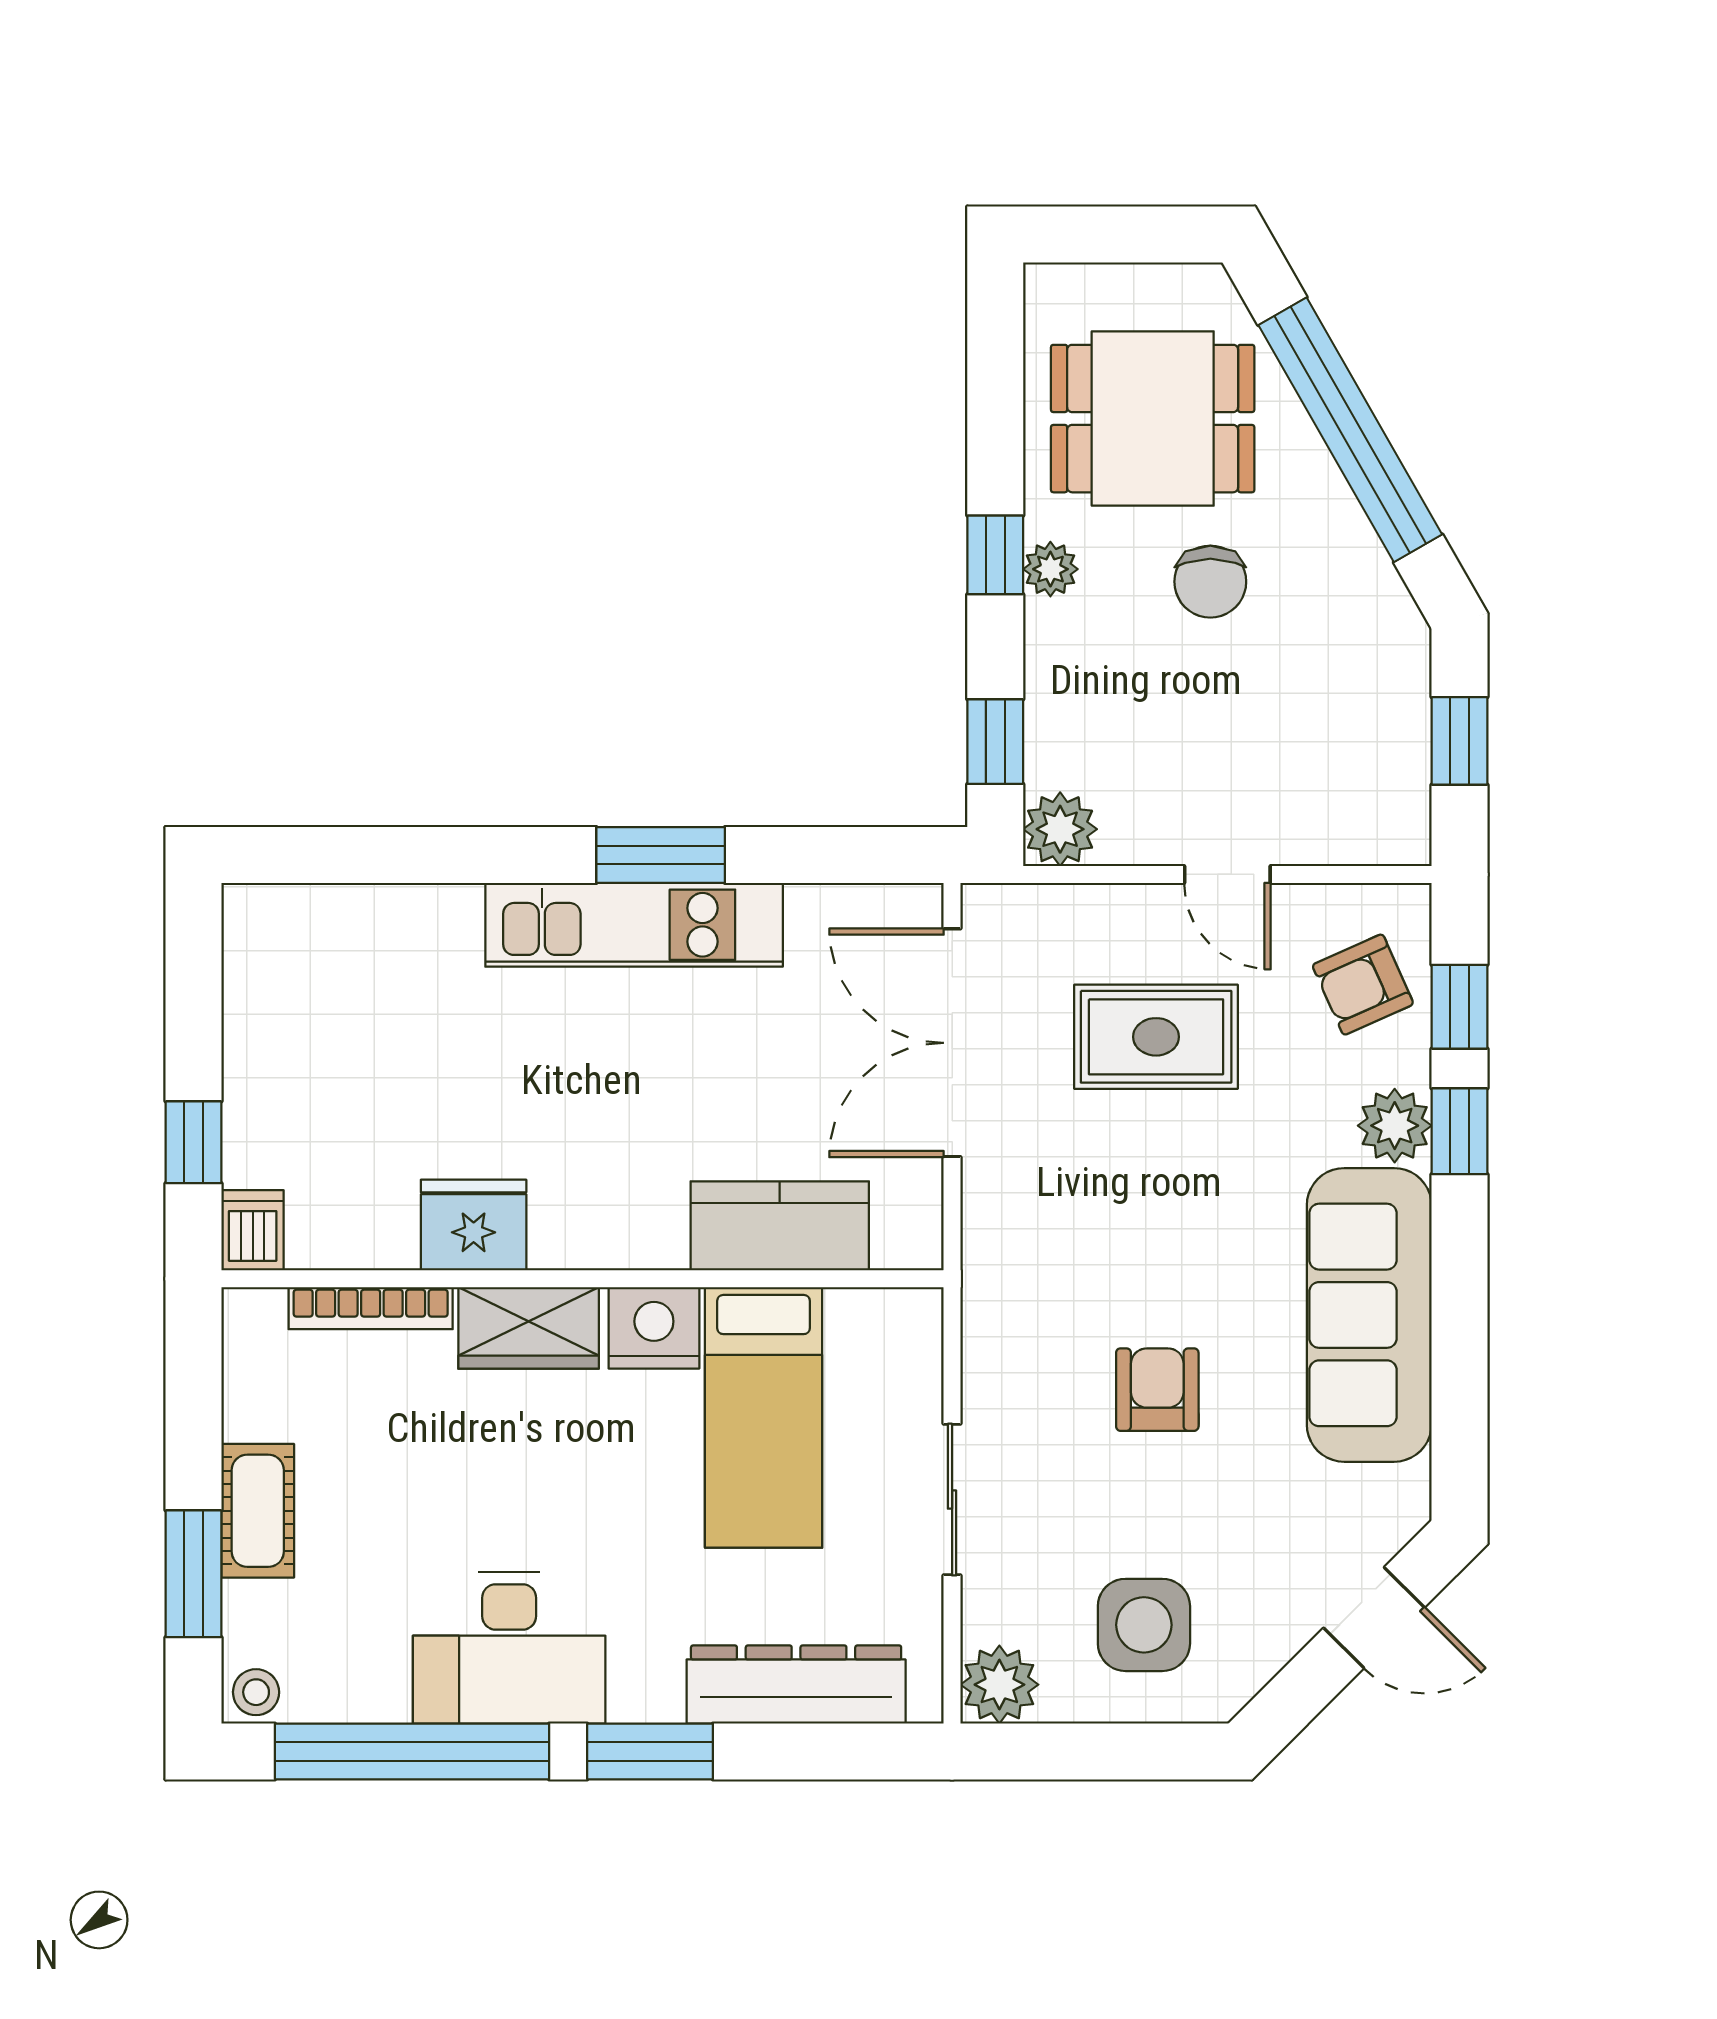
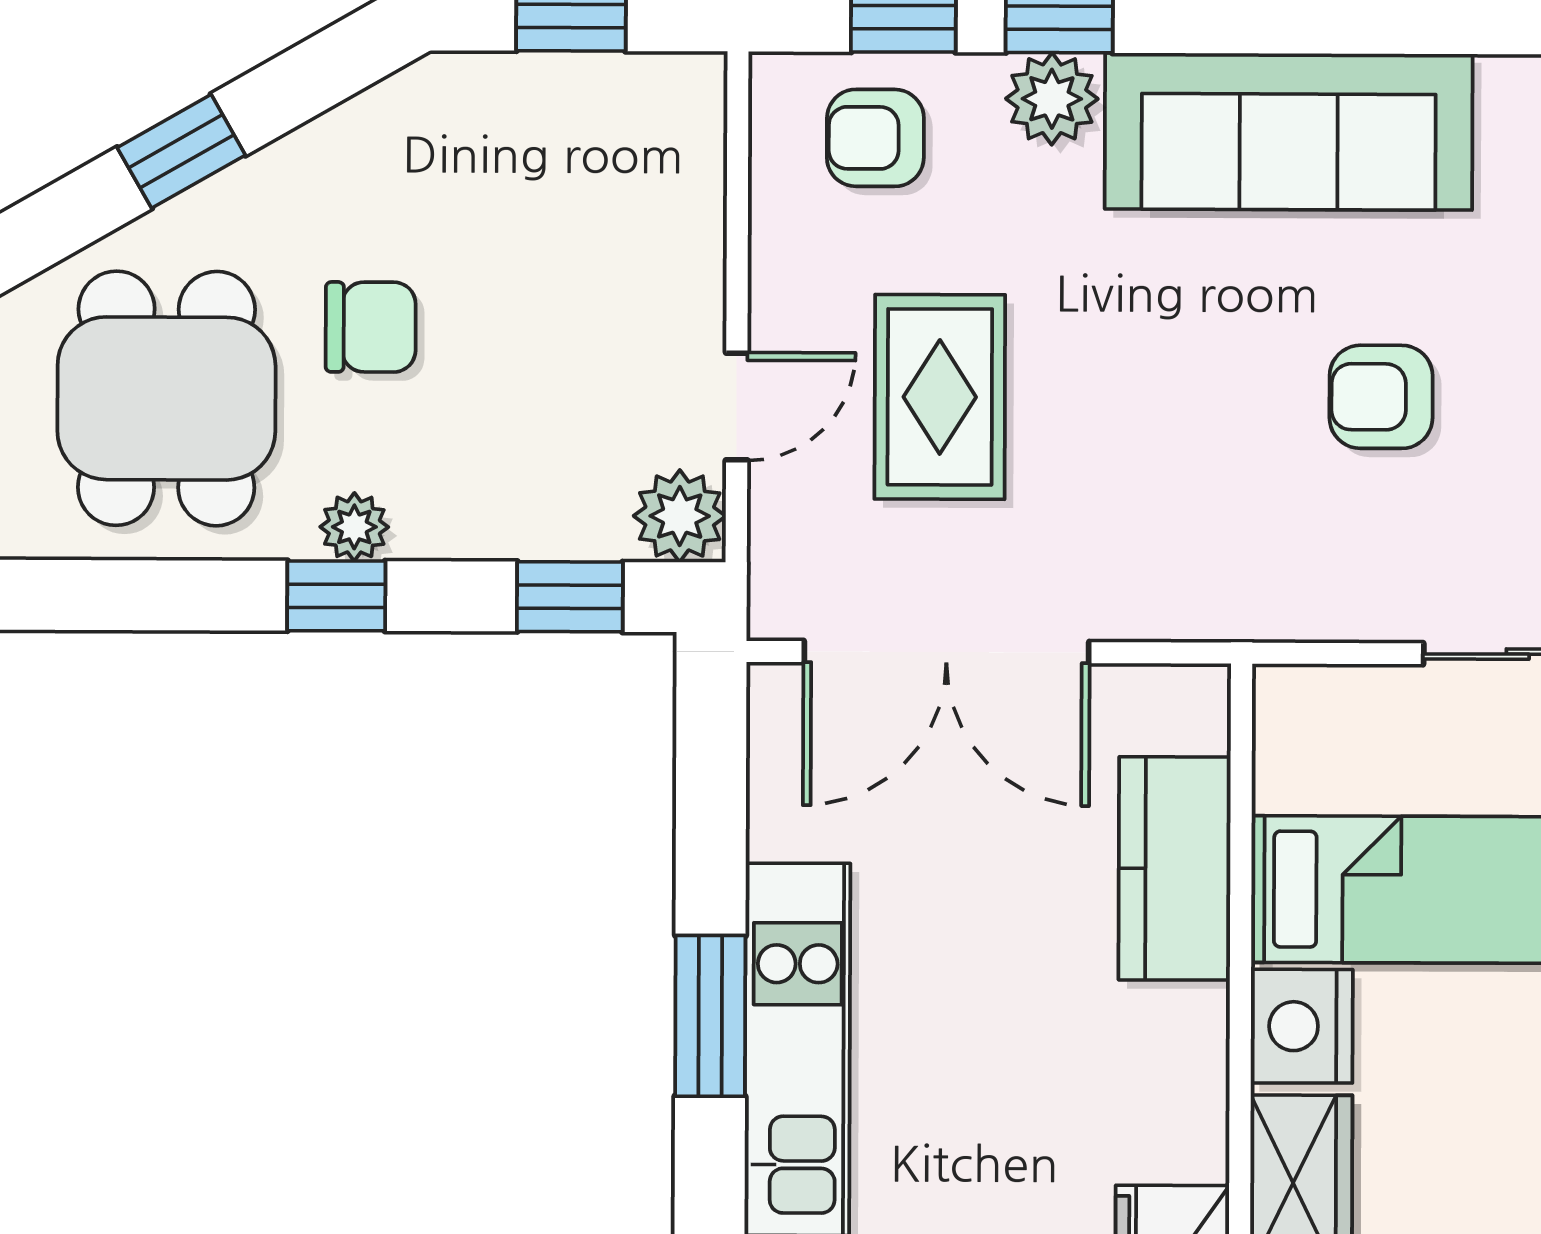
window: (1350, 430) -> (181, 151), width x0.32
door: (1227, 874) -> (737, 407), moved
armchair: (1363, 985) -> (875, 138), turned 114

